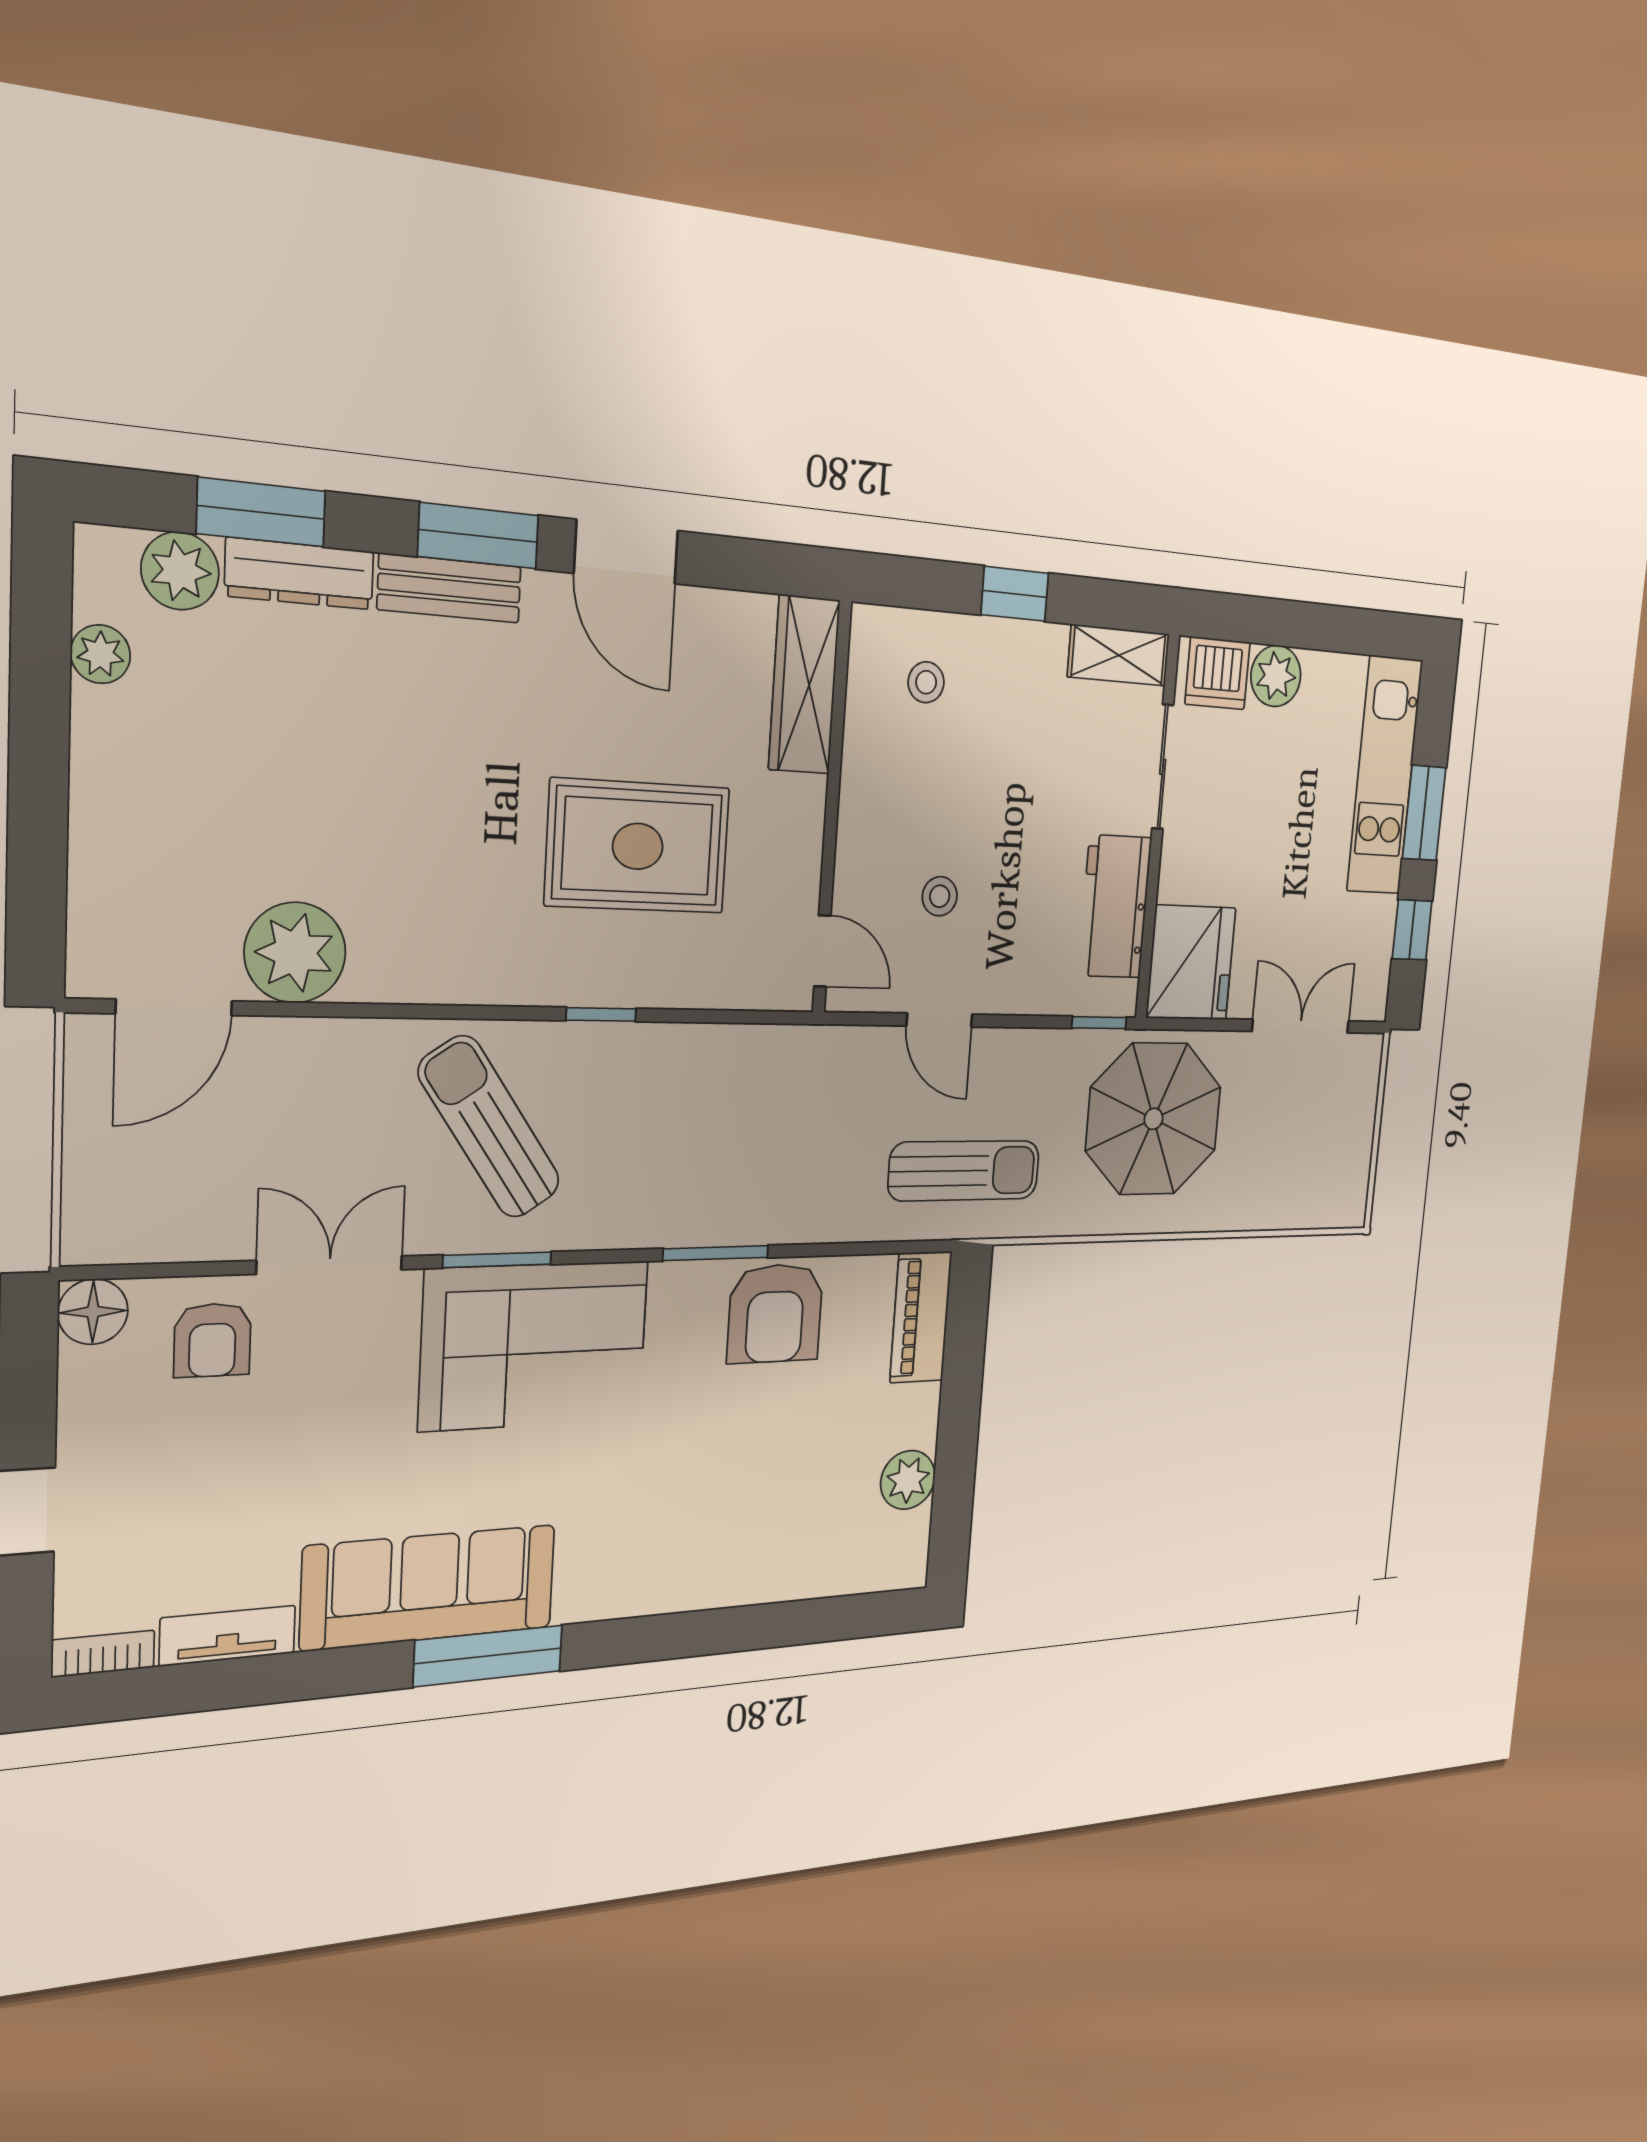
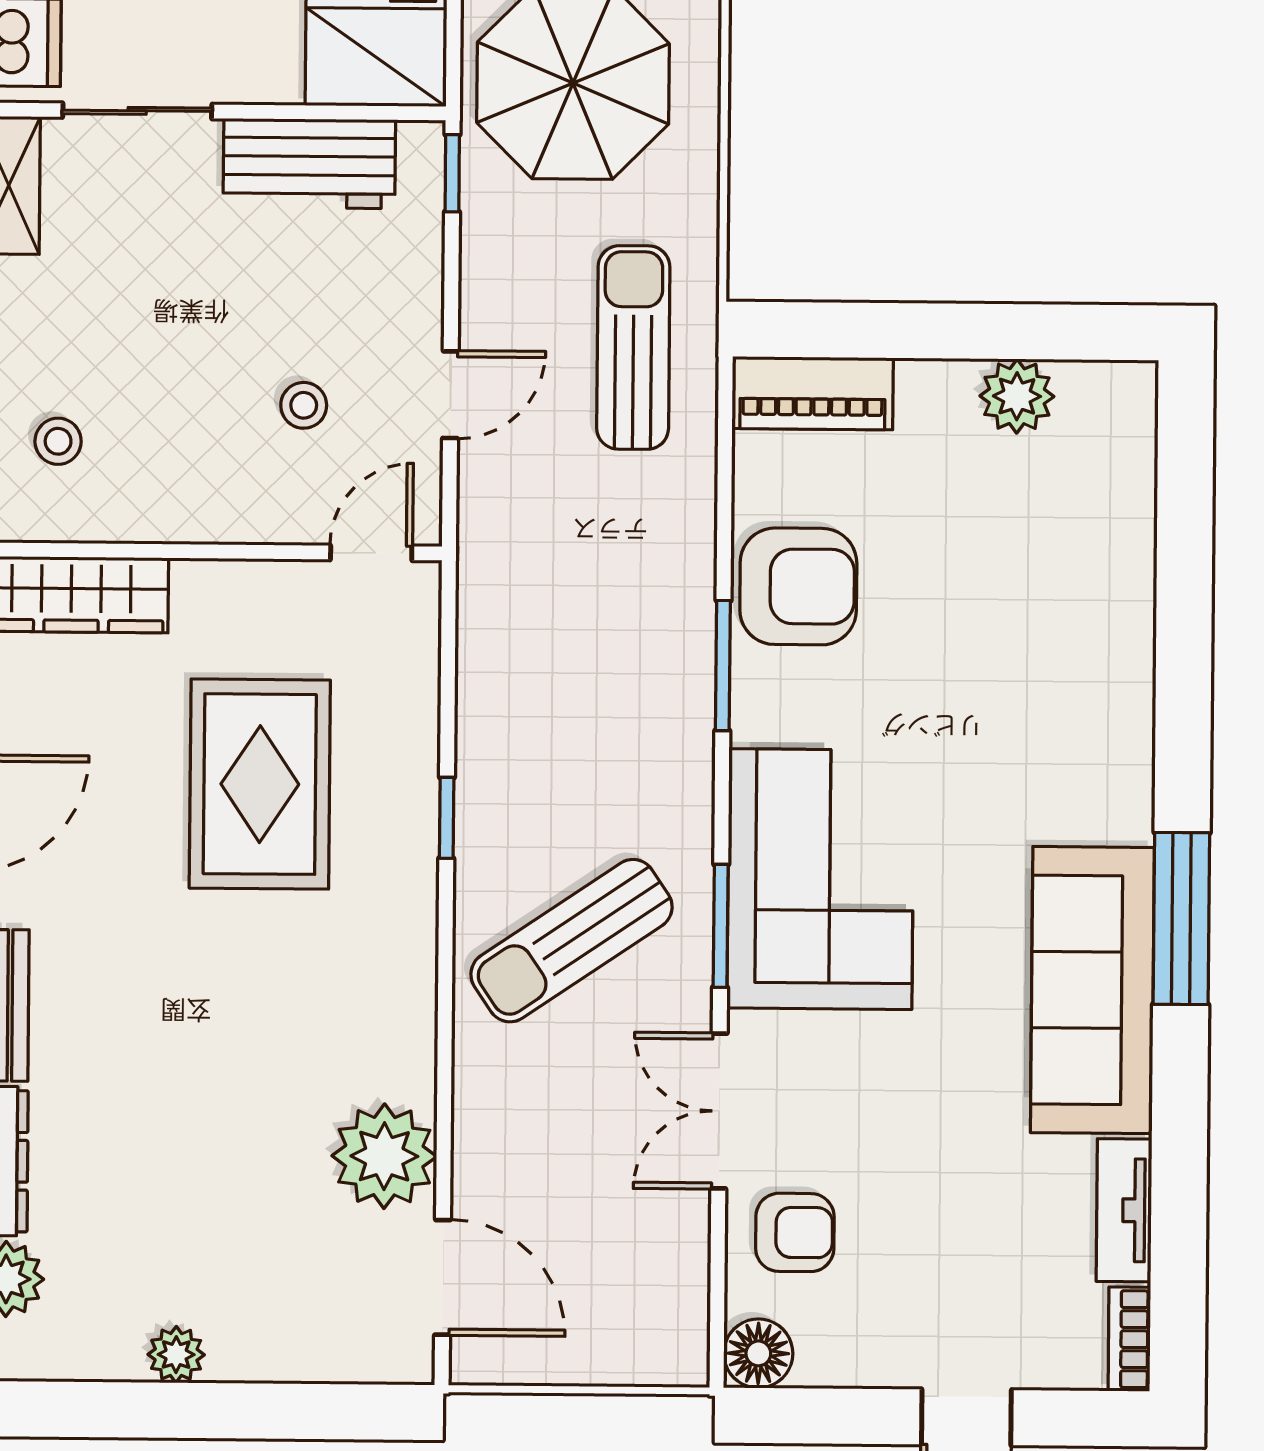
plant: (100, 654) -> (176, 1355), moved

